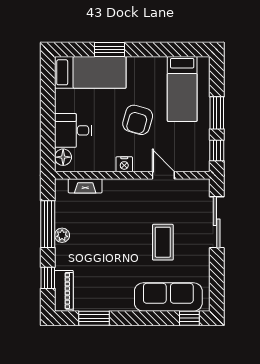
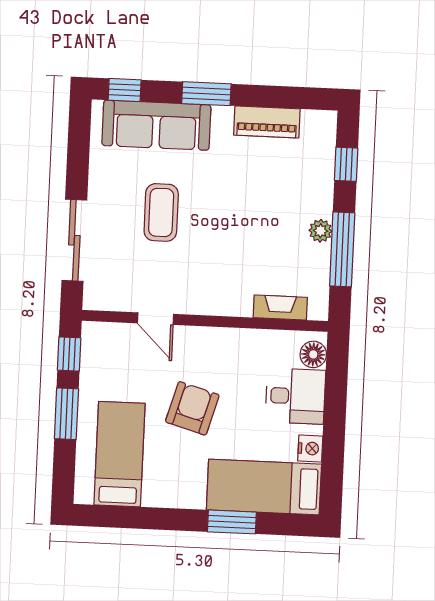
nightstand: (124, 164) -> (310, 448), moved, turned 90
piano: (64, 291) -> (267, 122), moved, turned -90
window: (94, 318) -> (206, 94), moved

